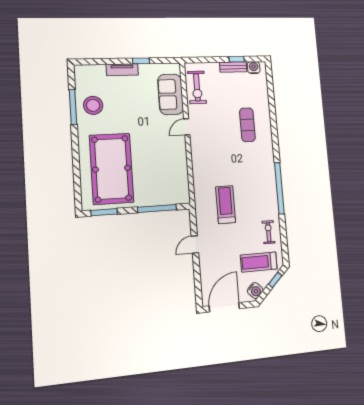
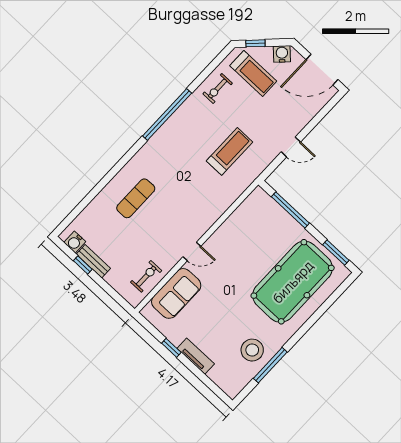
exercise bike: (197, 87) -> (146, 276), width x0.73, depth x0.72
treadmill: (226, 205) -> (229, 151), turned 180

